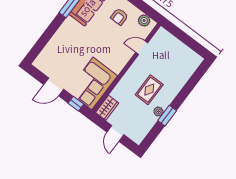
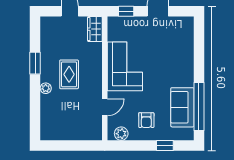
armchair: (119, 17) -> (146, 120), turned 180
corner sofa: (92, 83) -> (125, 66), moved
plant: (158, 111) -> (46, 88), moved

